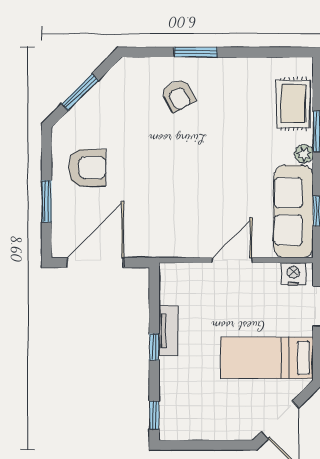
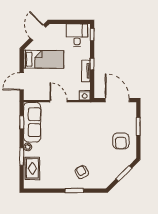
armchair: (87, 168) -> (121, 141), turned -90
door: (232, 260) -> (59, 101), swing flipped
door: (95, 263) -> (117, 100), swing flipped
nightstand: (293, 274) -> (85, 95), moved
desk: (189, 414) -> (77, 35), added

